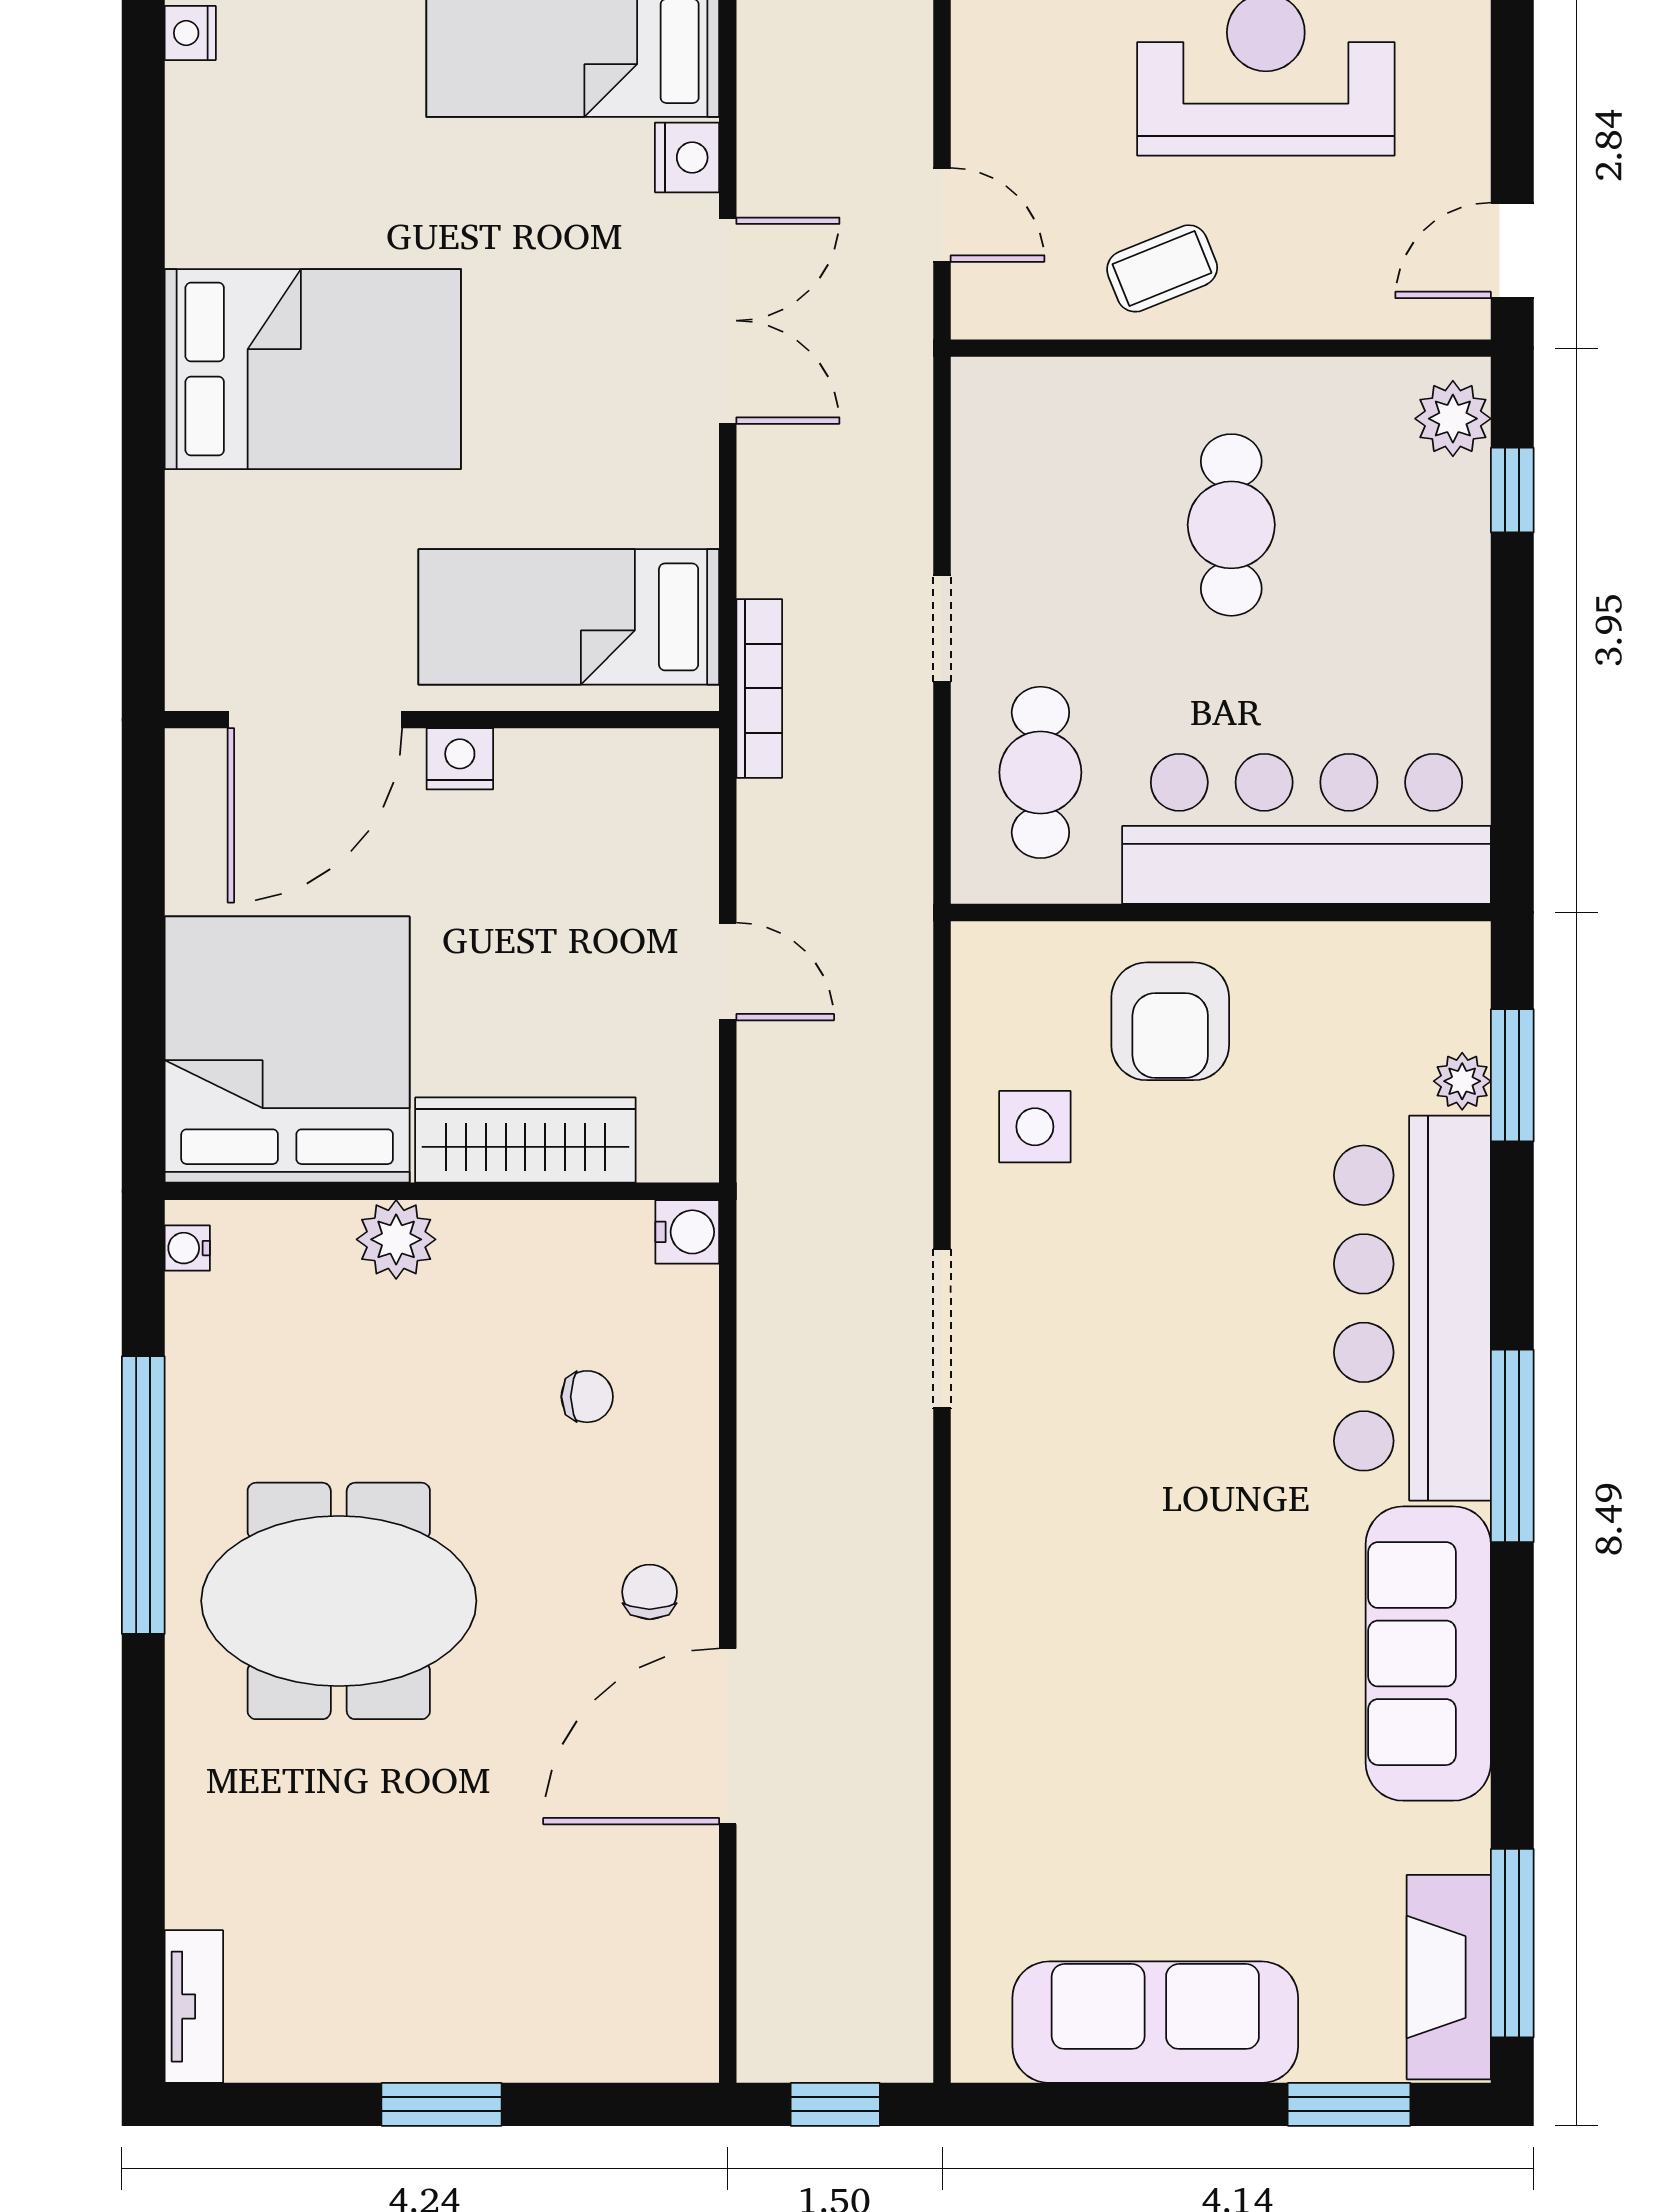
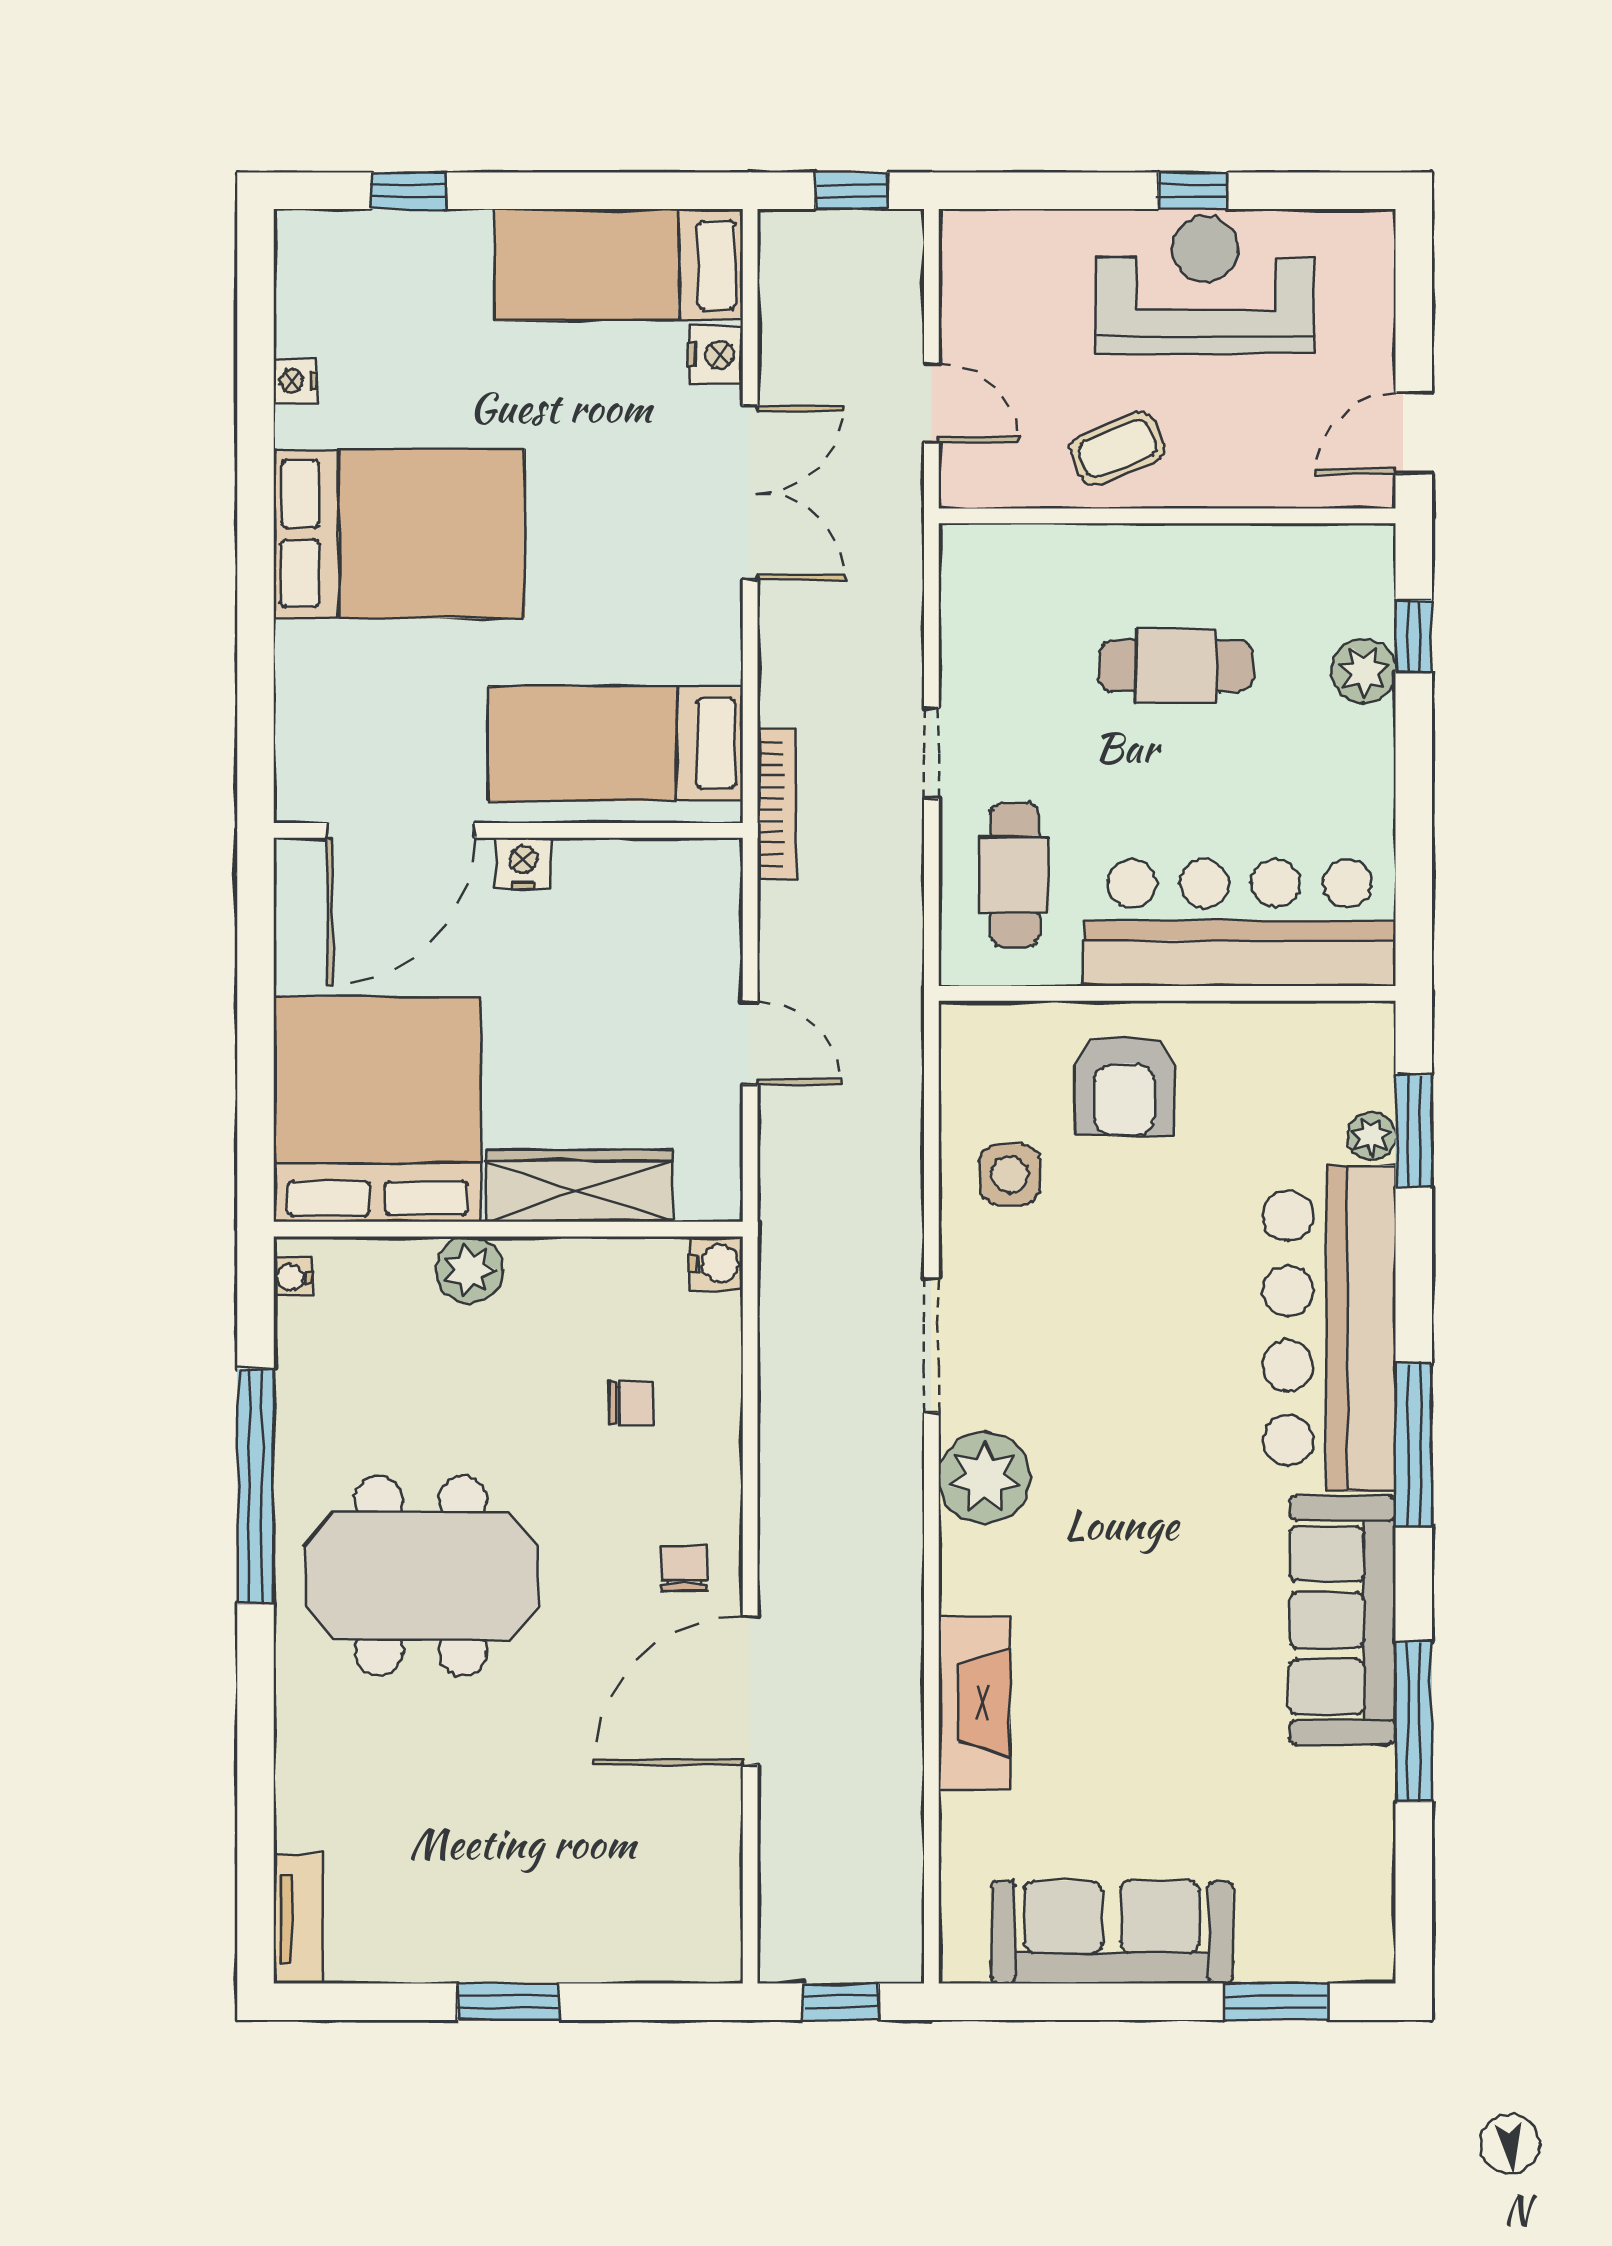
nightstand: (190, 33) -> (295, 381), moved
plant: (1453, 419) -> (1364, 671), moved
cafe table: (1231, 525) -> (1176, 666), turned 90
plant: (1005, 1485) -> (984, 1478), added
window: (1512, 1943) -> (1414, 1722), moved
fireplace: (1449, 1977) -> (974, 1703), moved, turned 180

